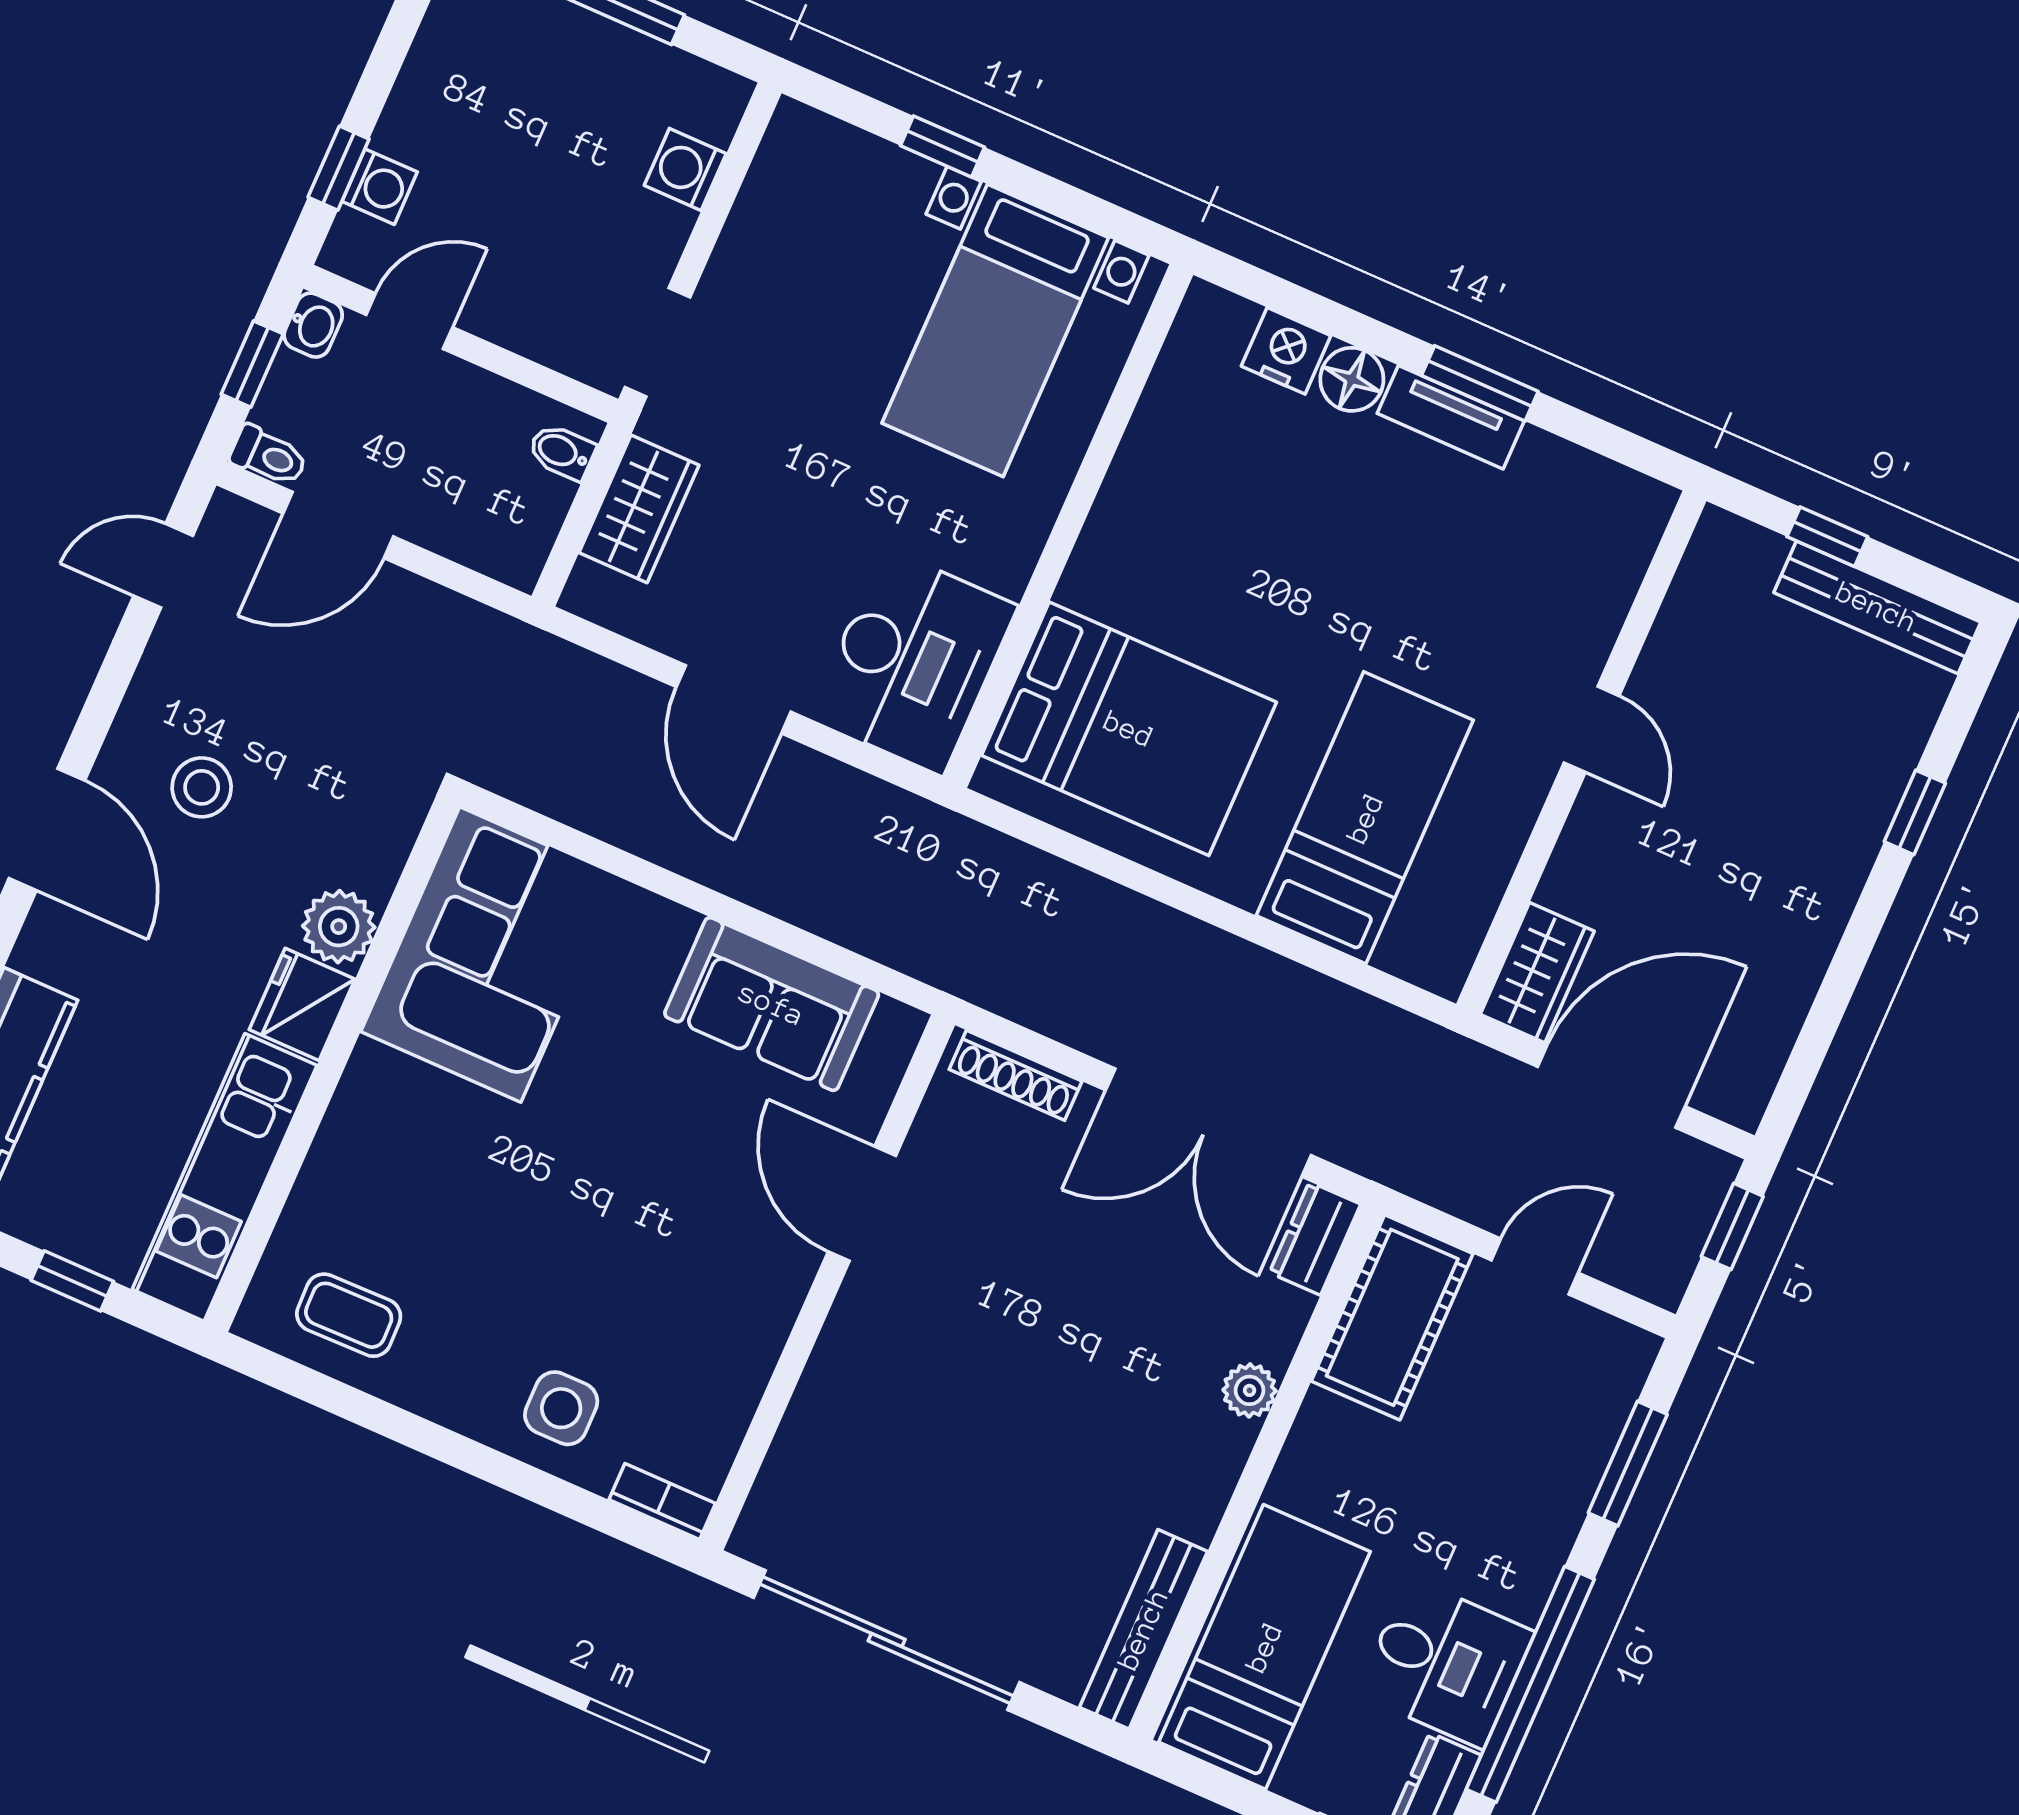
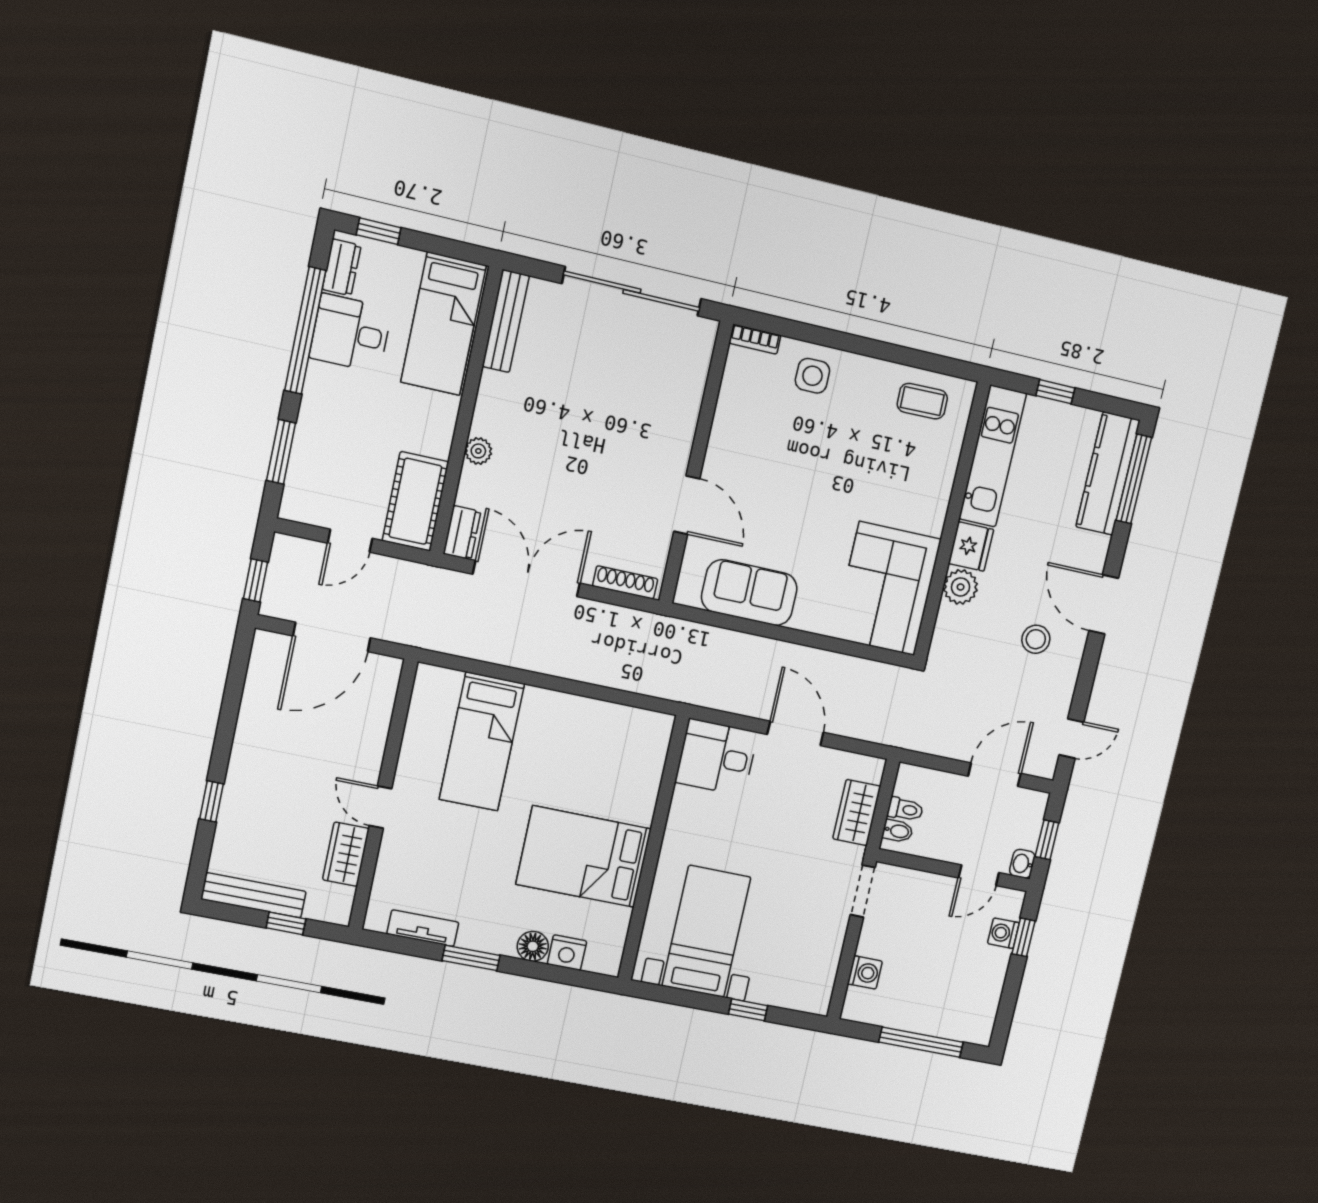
tv unit: (1451, 417) -> (423, 928), moved
toilet: (269, 456) -> (905, 809), moved, turned 180
desk: (913, 662) -> (717, 757), width x0.73
bed: (1129, 729) -> (584, 857), moved
wardrobe: (1537, 973) -> (346, 854), moved

